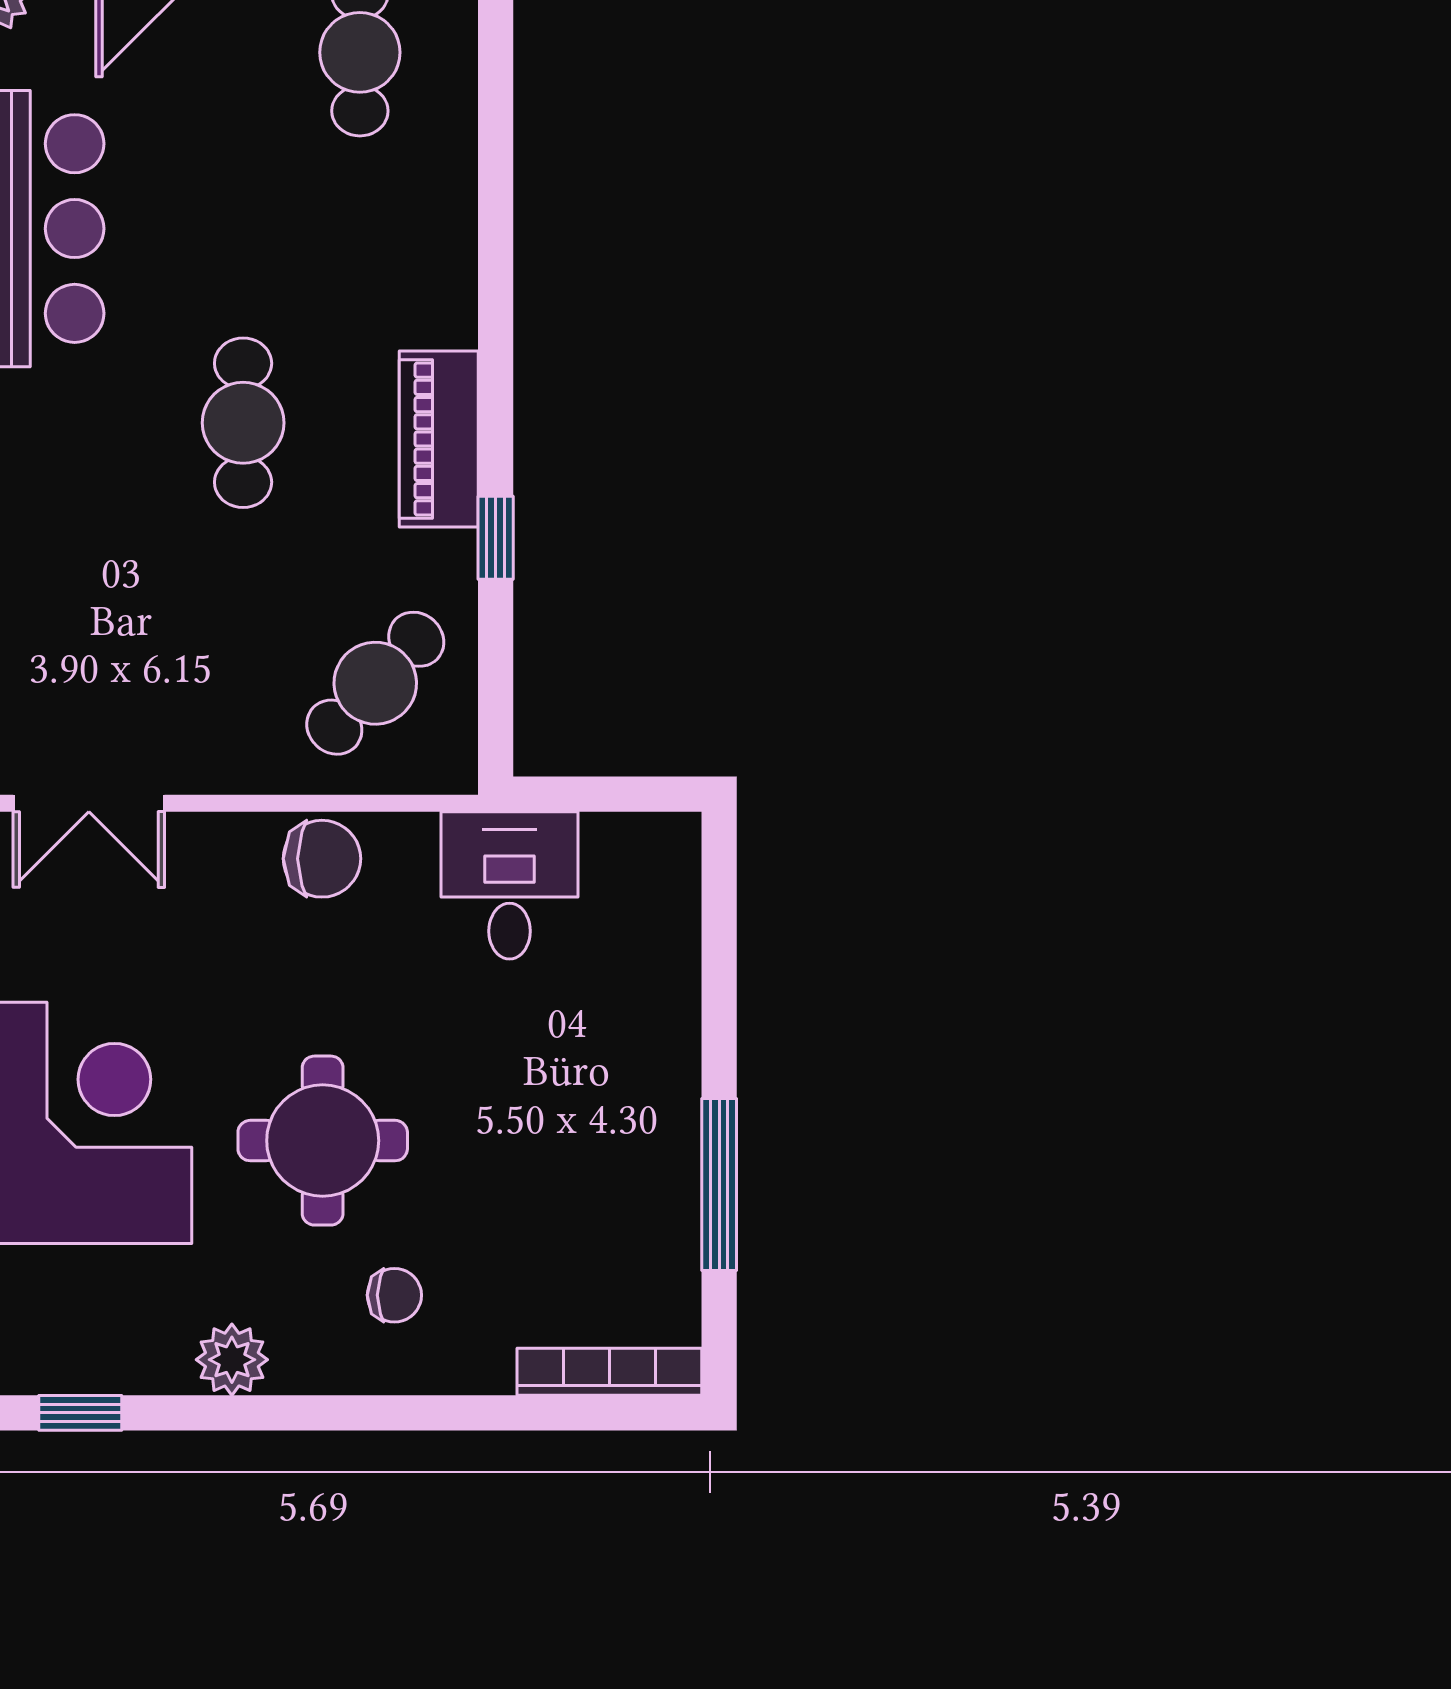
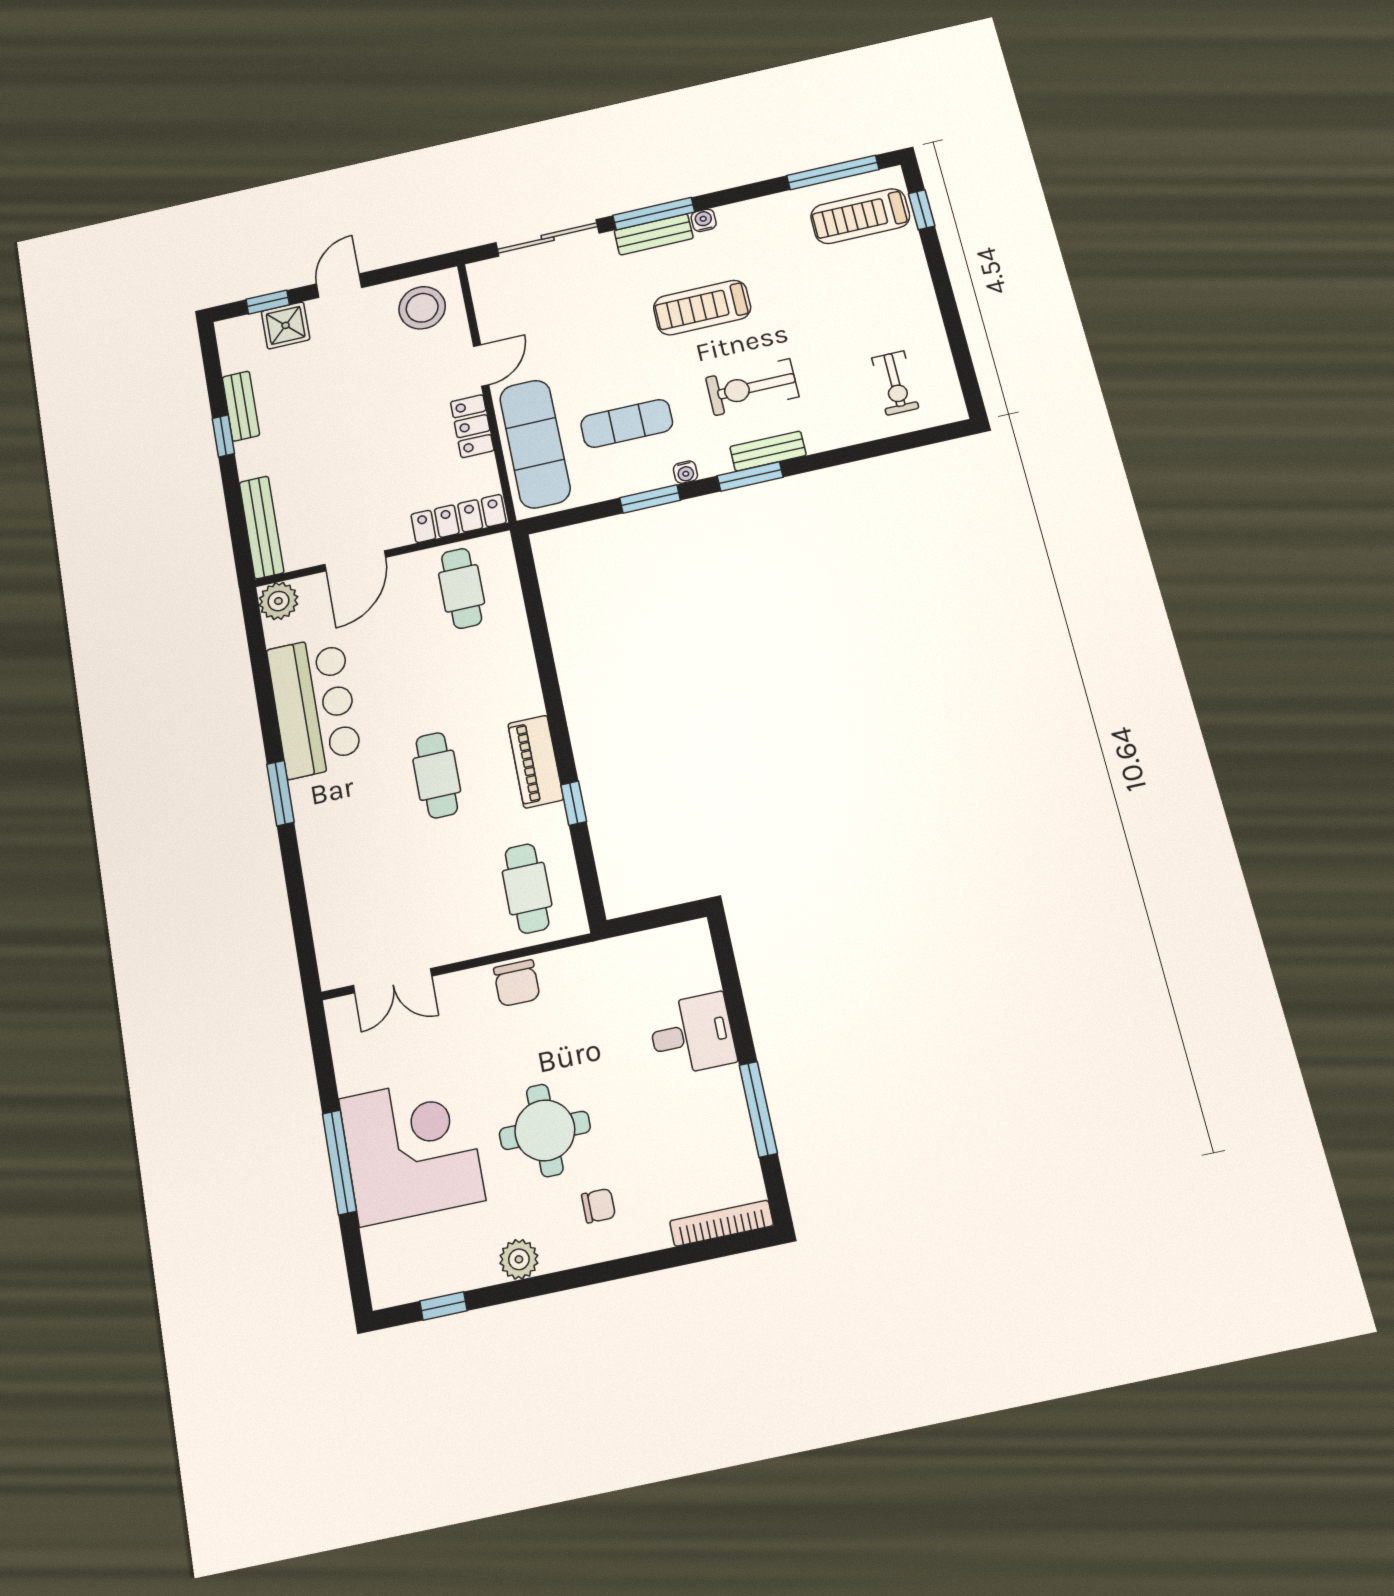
cafe table: (375, 683) -> (527, 888), turned -43
chair: (322, 859) -> (517, 983), turned 90
desk: (509, 885) -> (692, 1034), moved, turned 90

